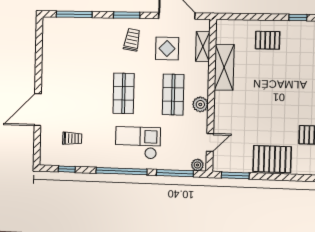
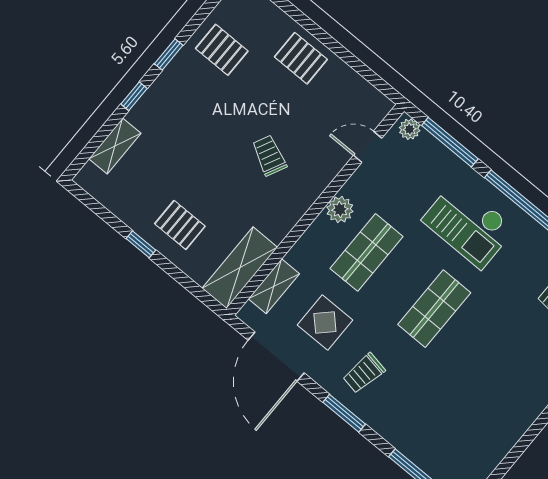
window: (298, 17) -> (141, 244), moved
shelving: (224, 67) -> (240, 268), moved
trolley: (252, 104) -> (269, 155), added
pallet: (272, 159) -> (301, 58), width x0.67, depth x0.71
window: (235, 175) -> (369, 75), removed

